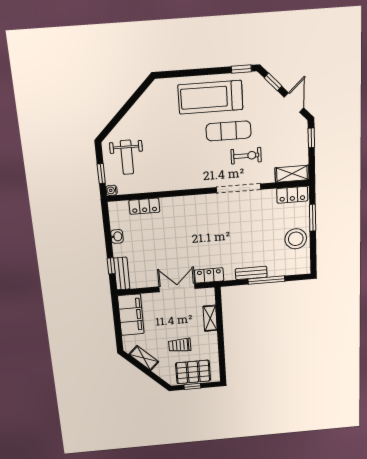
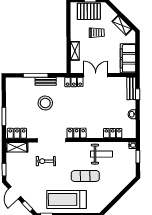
treadmill: (210, 97) -> (66, 200), turned 180
exercise mat: (229, 131) -> (85, 176), moved
weight bench: (127, 157) -> (102, 154), moved, turned 90
locker: (200, 202) -> (77, 133), added
stool: (296, 239) -> (45, 103), moved
double door: (177, 288) -> (96, 75), swing flipped

